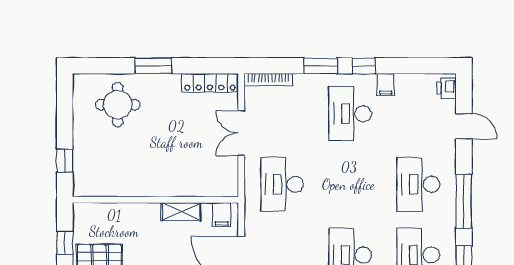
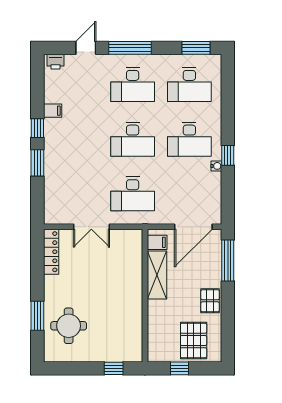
window: (153, 66) -> (37, 316), moved
bookcase: (268, 80) -> (49, 205), removed
desk: (350, 114) -> (133, 139), moved
window: (464, 201) -> (130, 48), moved
shelving: (181, 212) -> (157, 275), width x1.50, depth x1.33

